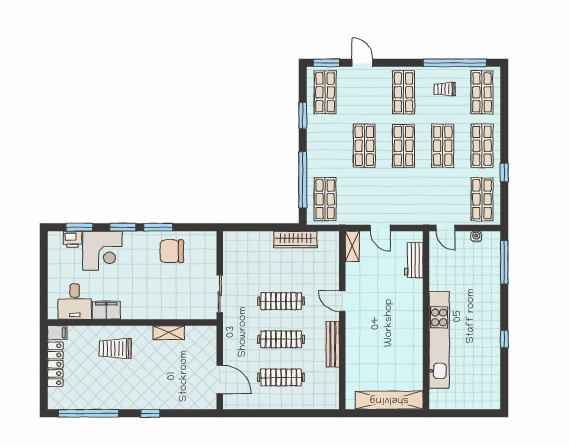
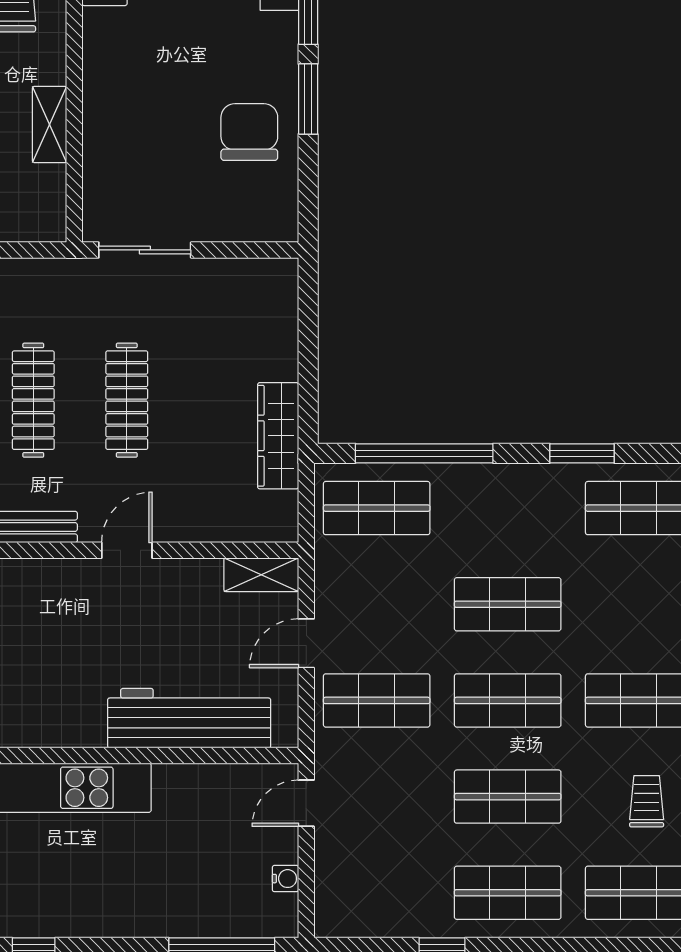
shop shelf: (482, 199) -> (377, 700), moved
workbench: (414, 260) -> (189, 718), width x1.88, depth x1.32

